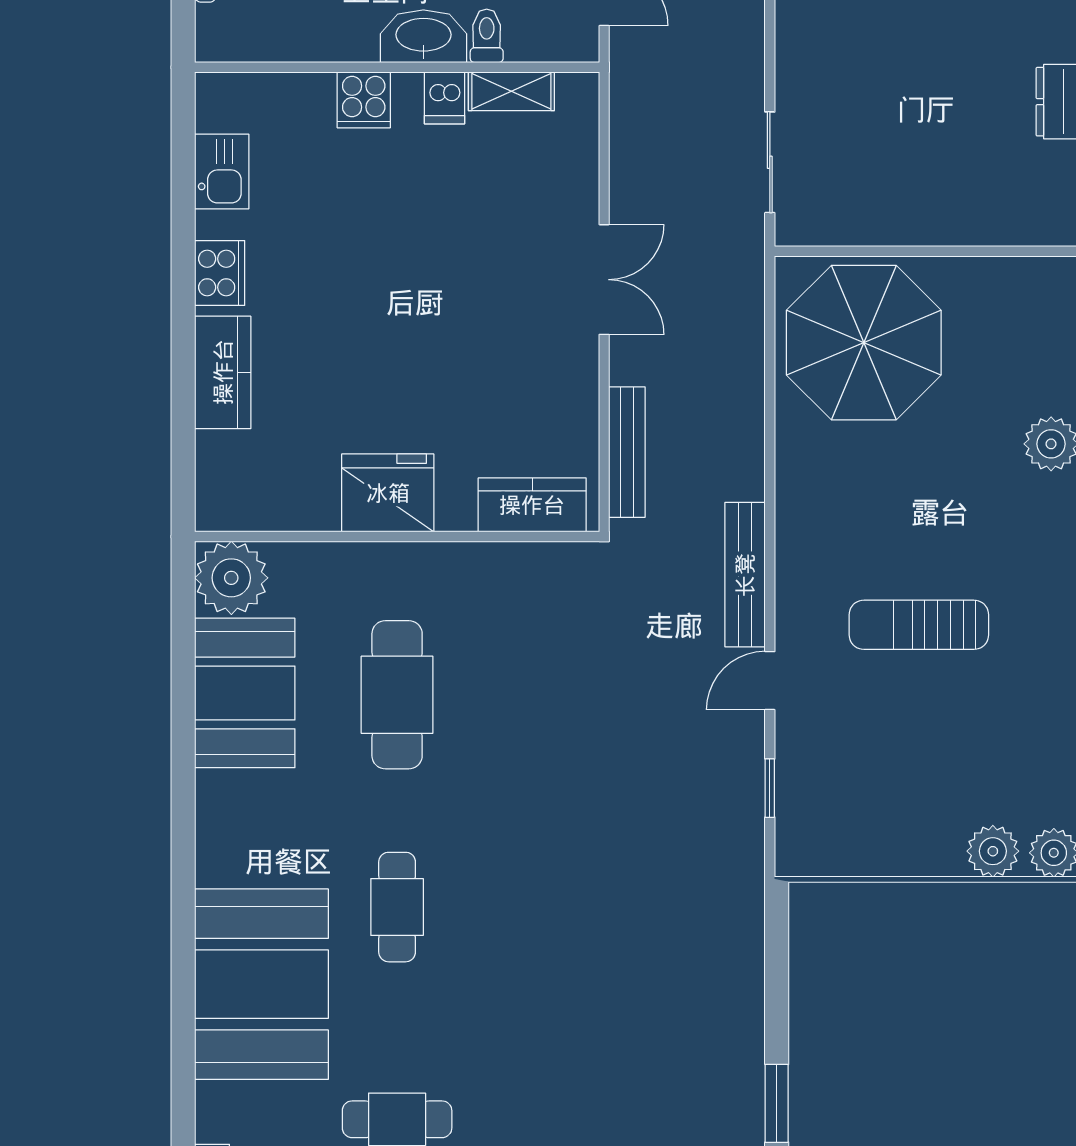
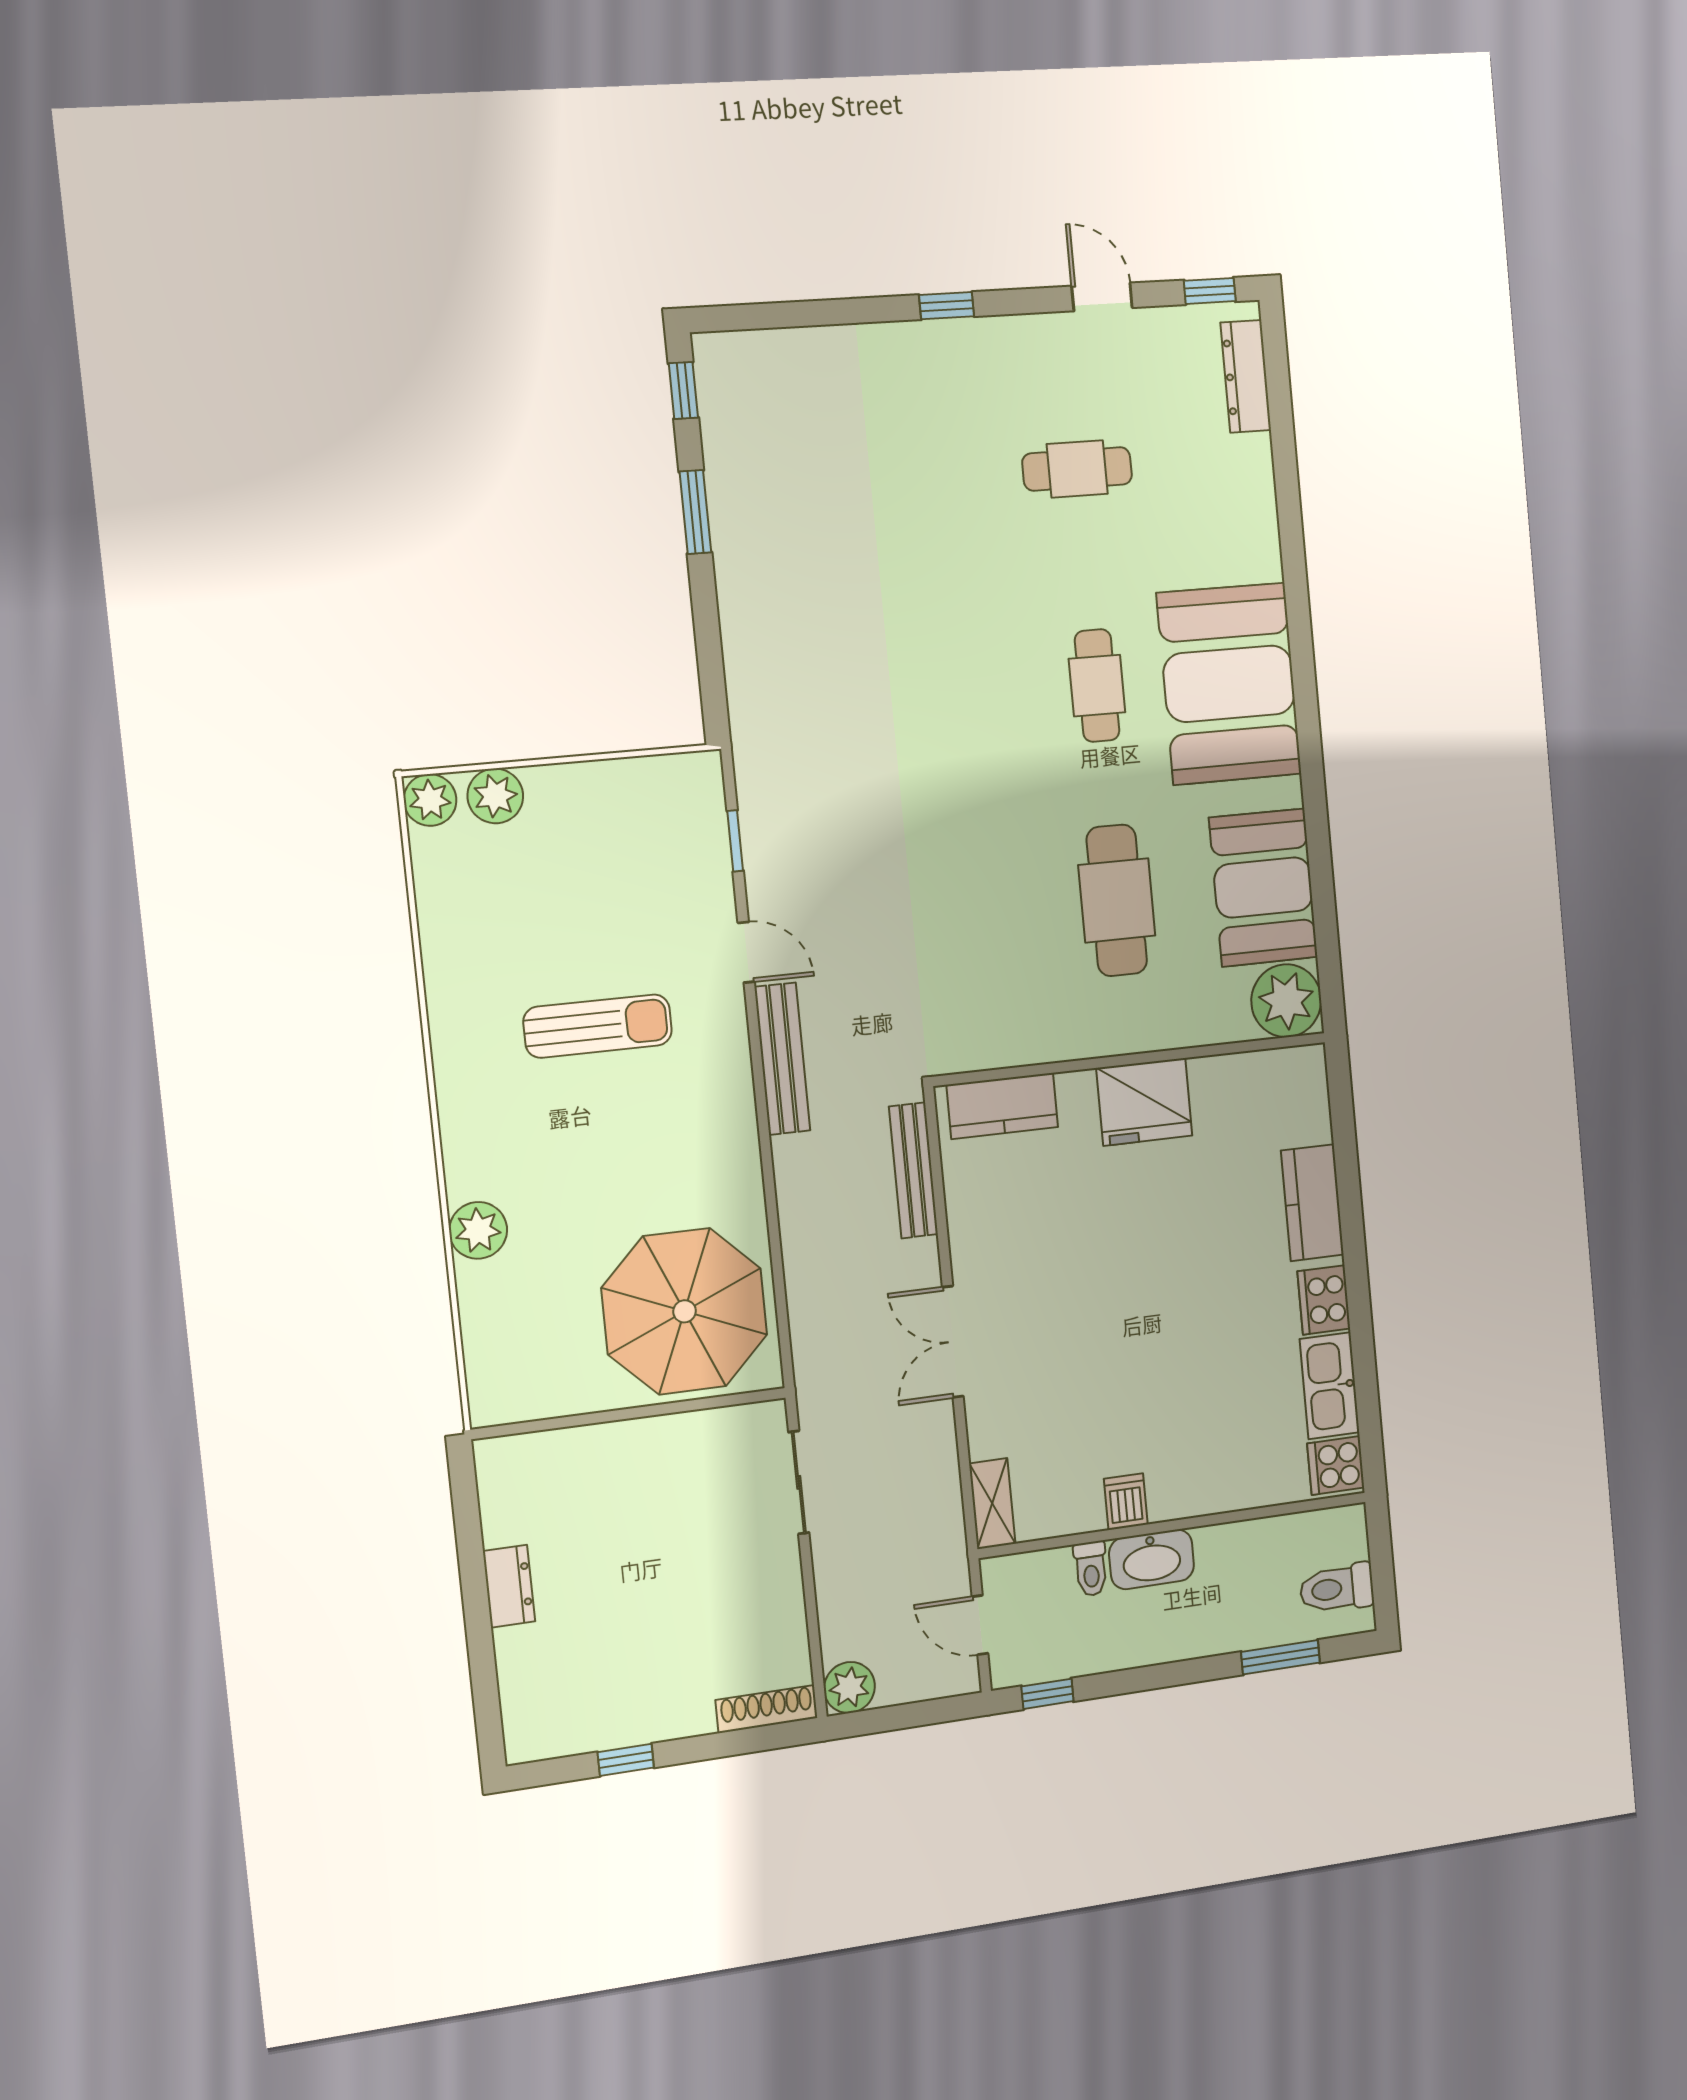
shelving: (511, 91) -> (992, 1504), moved, turned 90
cooker: (364, 100) -> (1336, 1465), moved, turned -90
kitchen sink: (222, 171) -> (1330, 1386), width x1.38
door: (770, 681) -> (746, 952), hinge flipped
booth: (261, 984) -> (1229, 684), moved

